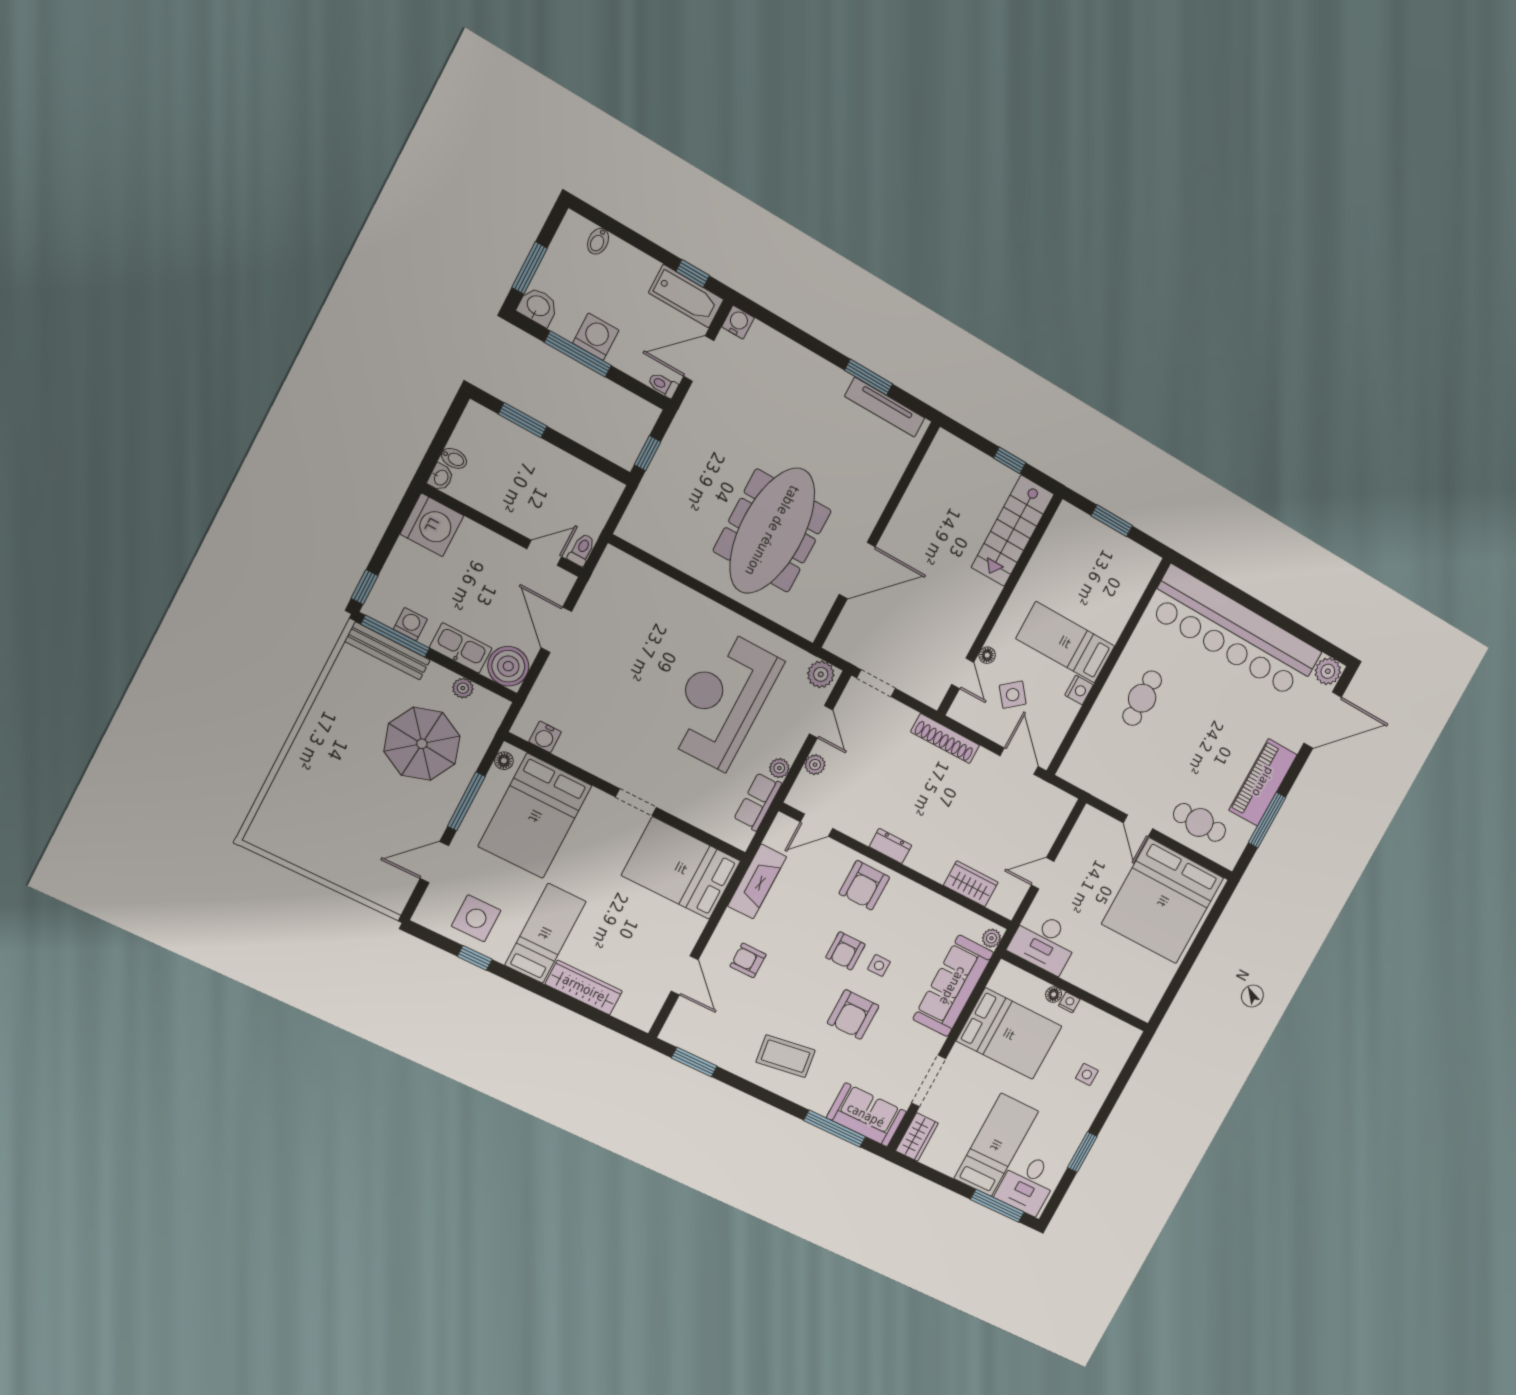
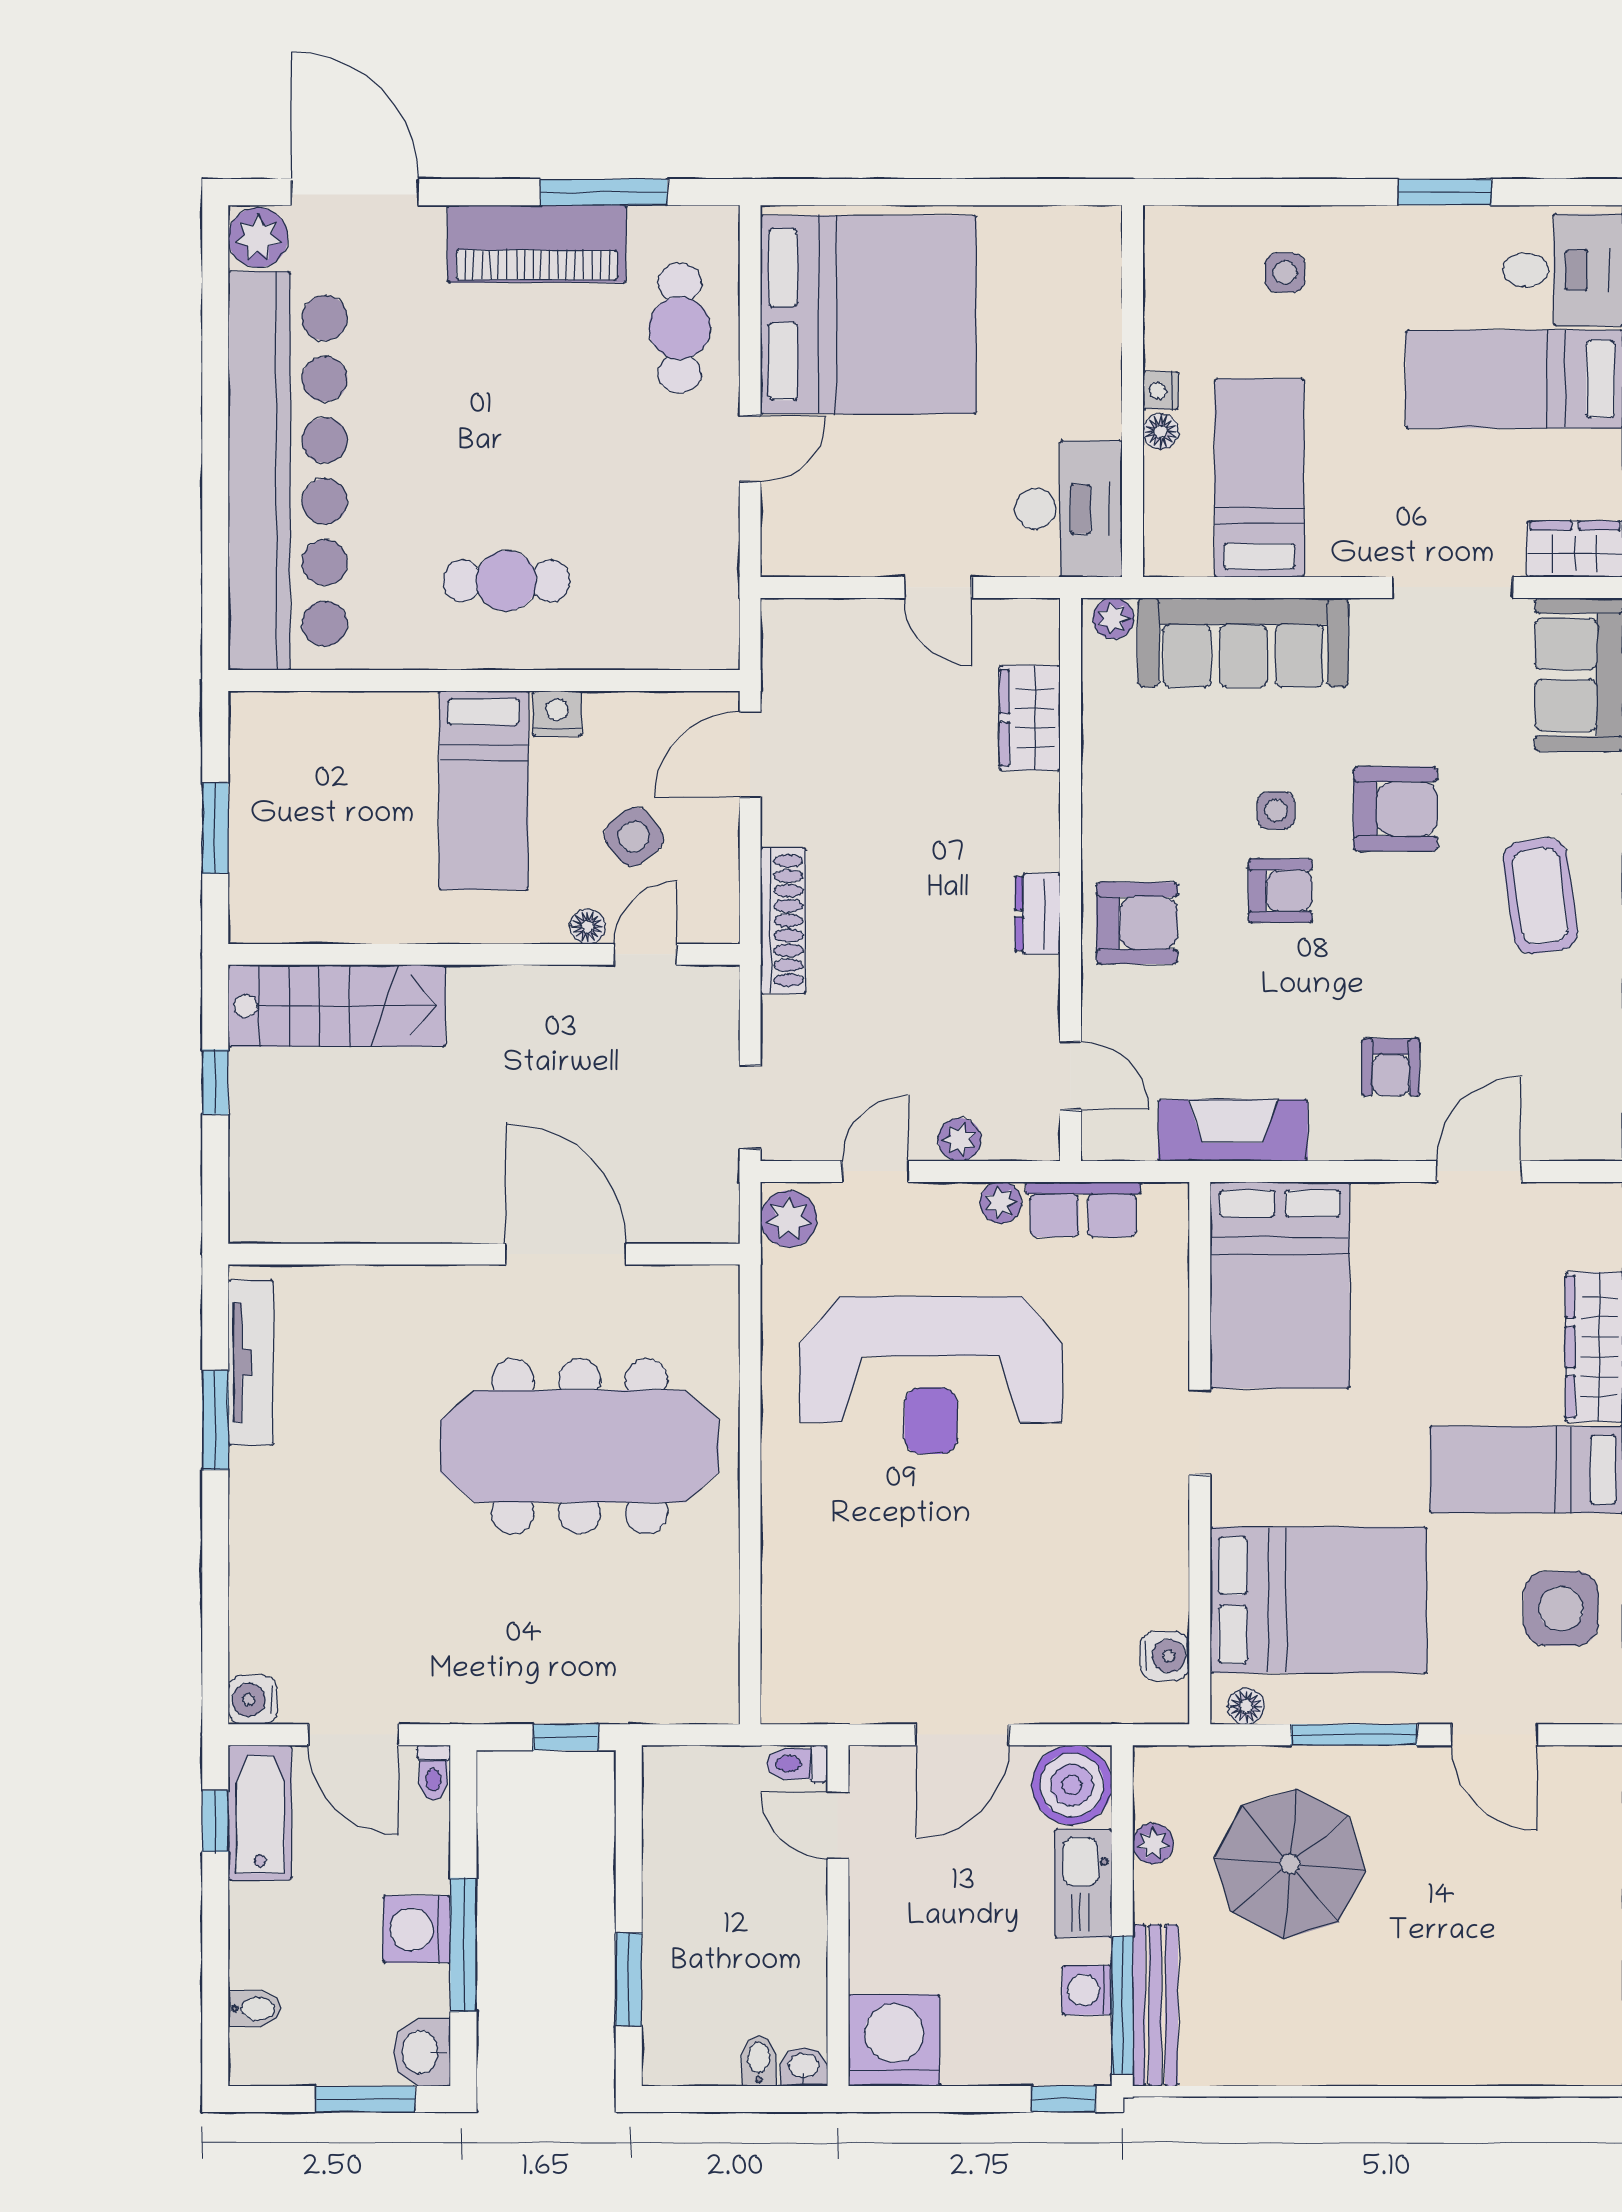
bed: (1009, 1034) -> (1259, 478), width x0.67

